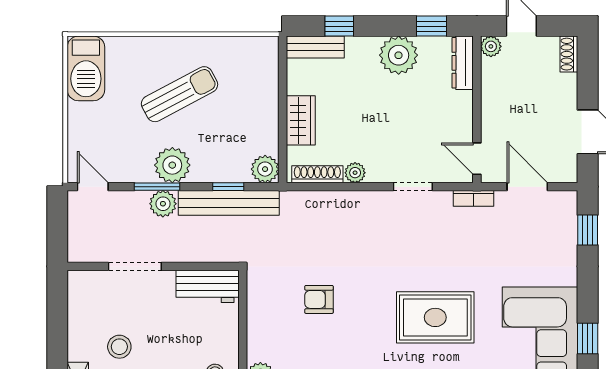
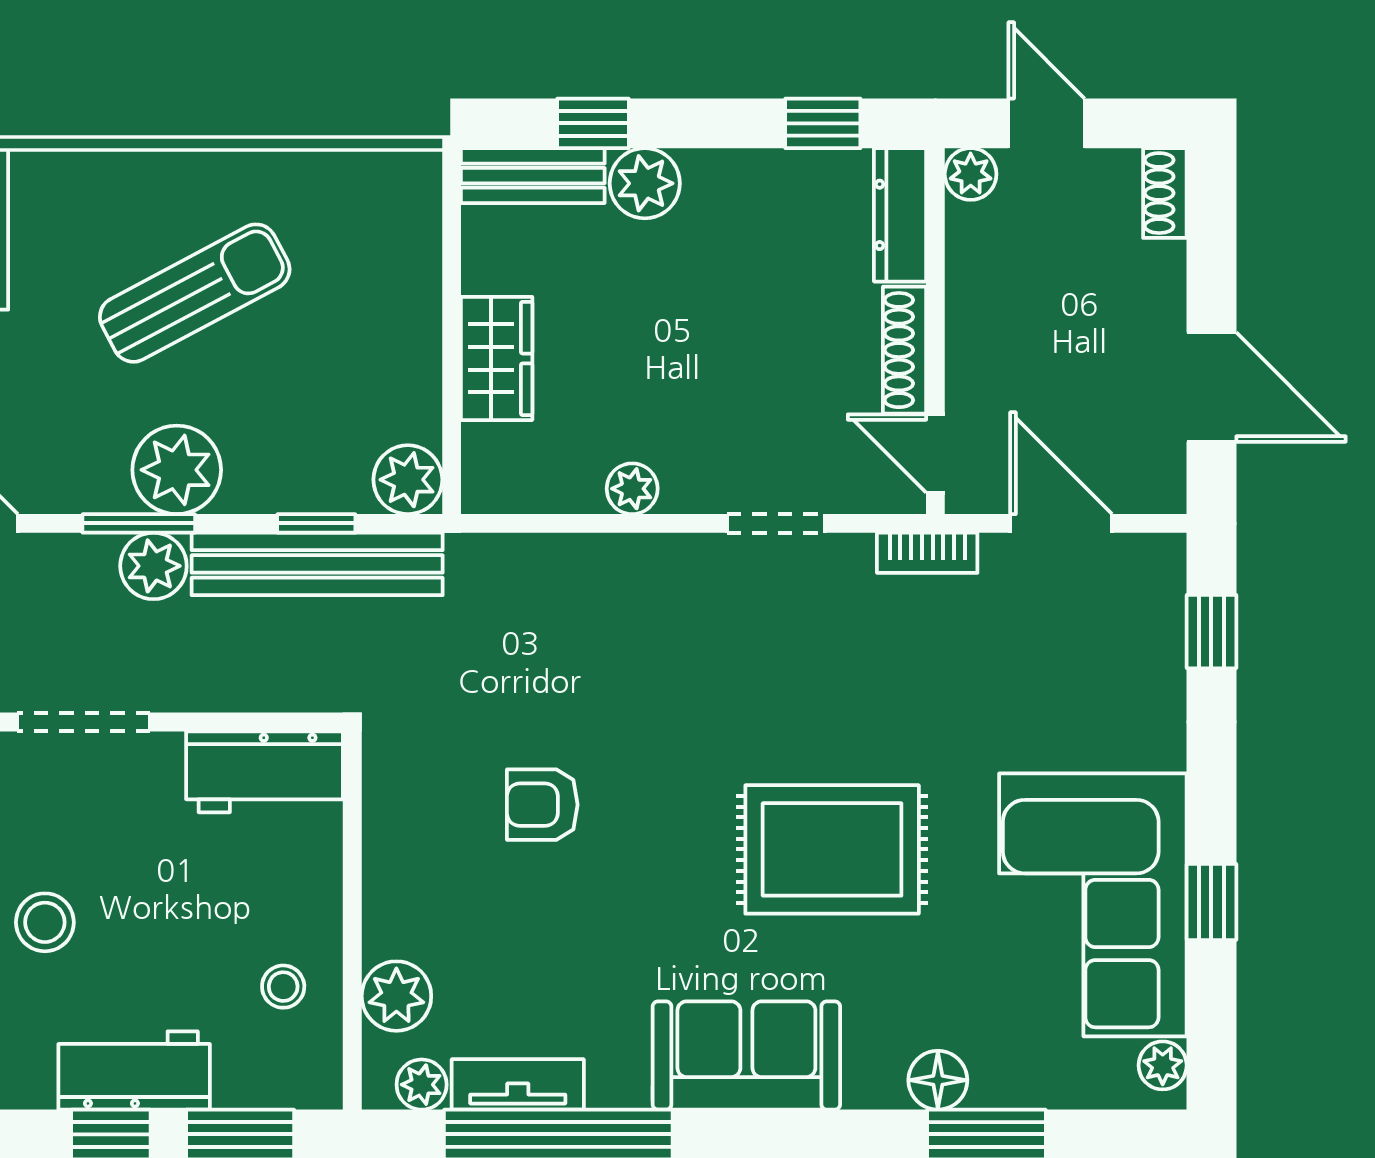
plant: (399, 55) -> (645, 183), moved, width x0.73, depth x0.73
shoe rack: (317, 174) -> (905, 350), moved, turned -90

